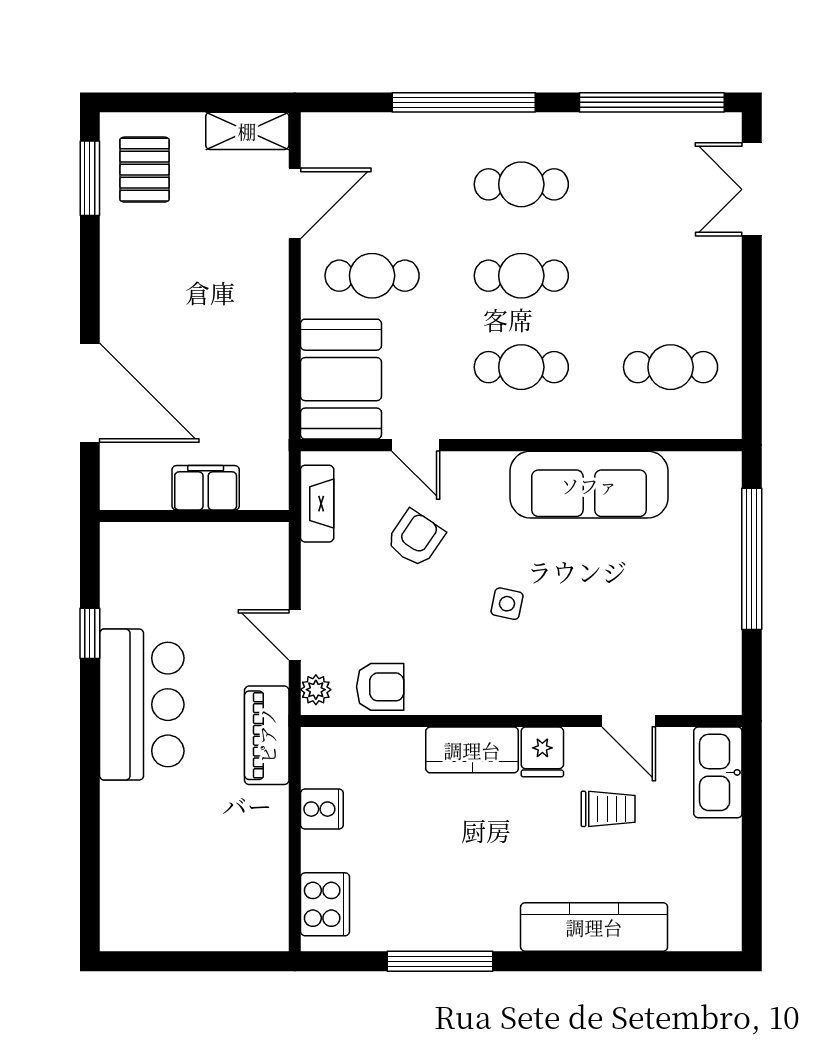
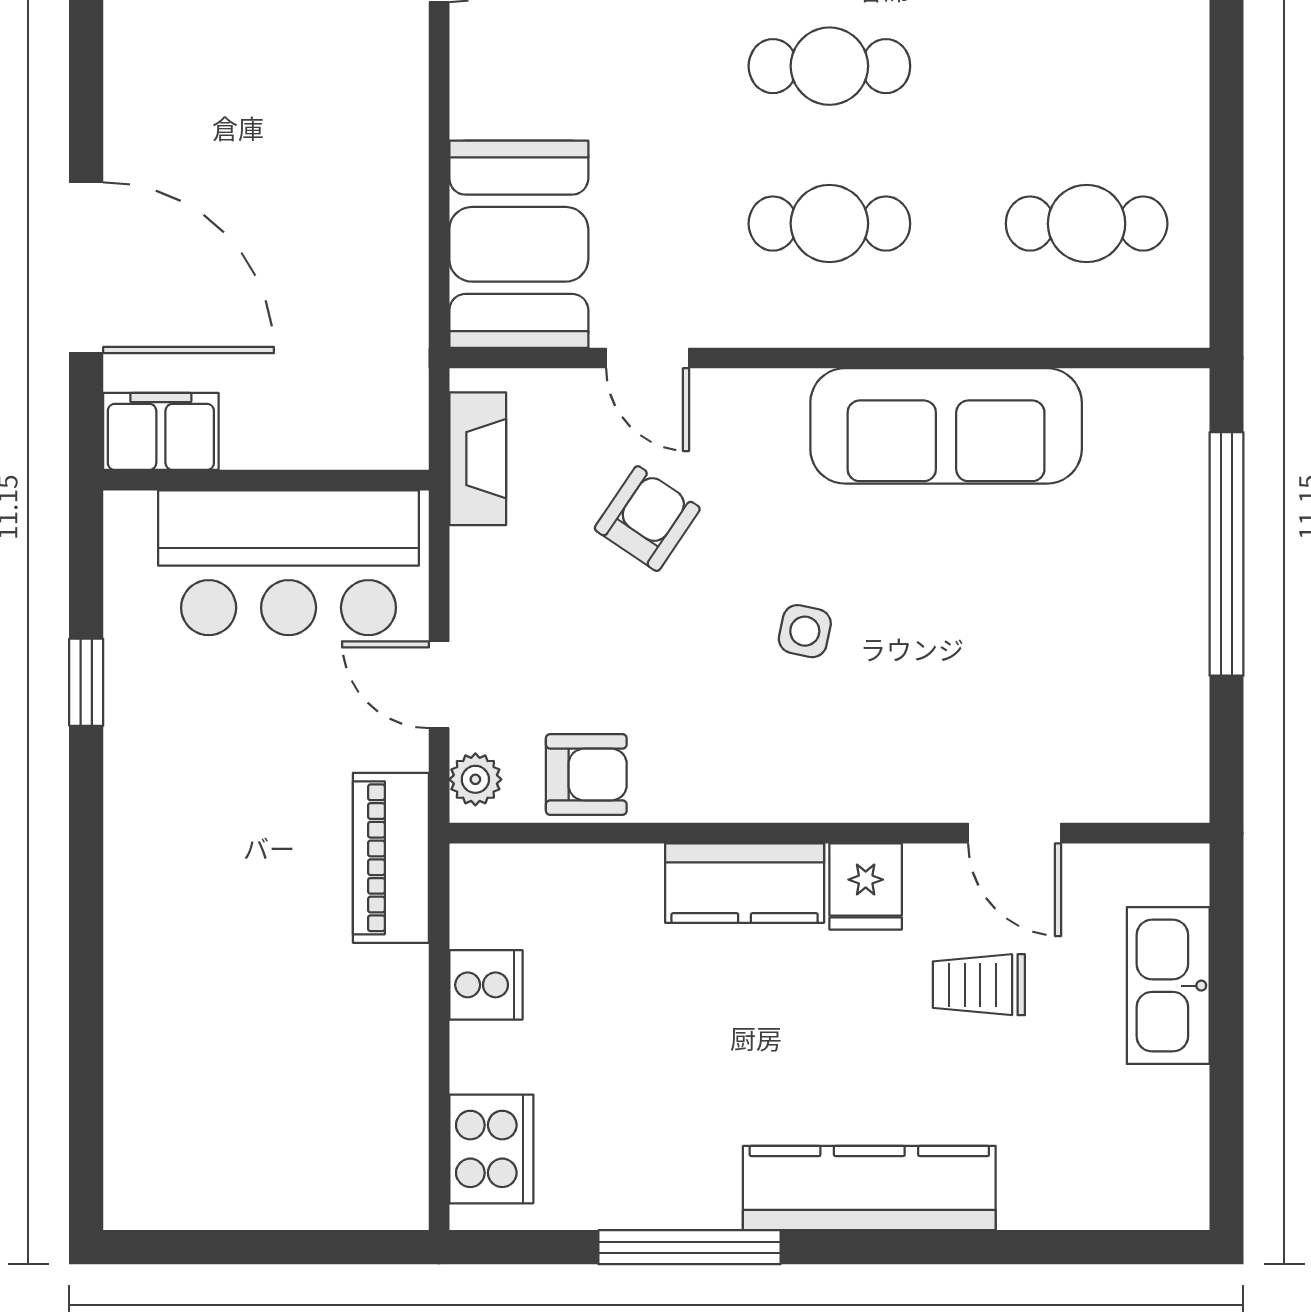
cafe table: (372, 276) -> (572, 66), removed
filing cabinet: (206, 488) -> (161, 431), moved
bar counter: (142, 705) -> (289, 563), moved, turned 90
kitchen sink: (718, 772) -> (1168, 986), moved
trolley: (608, 809) -> (979, 985), turned 180
kitchen counter: (594, 927) -> (869, 1188), moved

